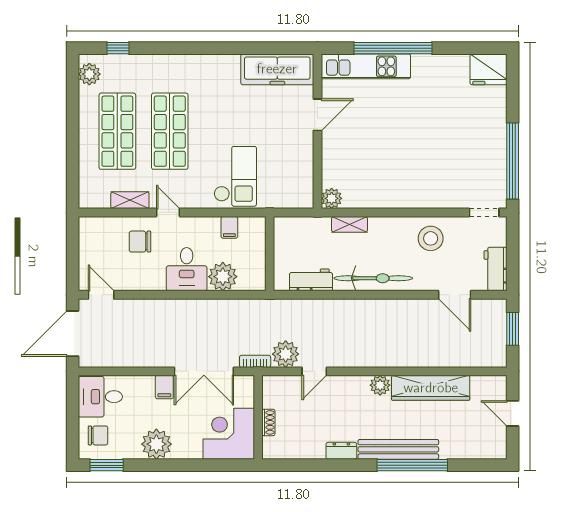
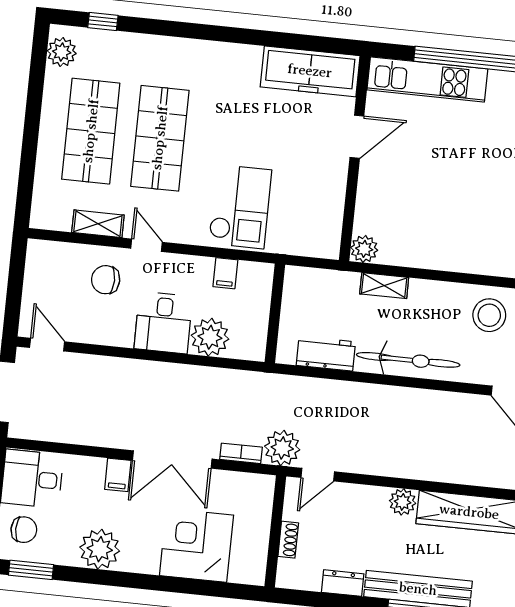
wall: (258, 417) -> (275, 531), moved
shoe rack: (268, 422) -> (288, 540), moved

